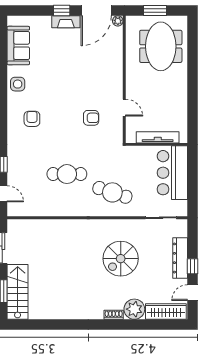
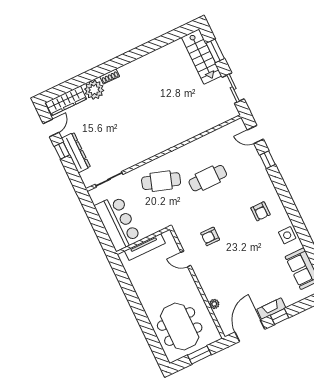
plant: (118, 21) -> (214, 304), moved
spiral stairs: (121, 259) -> (127, 128), removed

